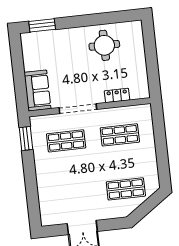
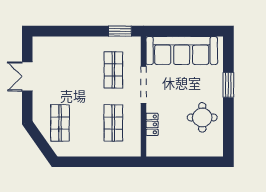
window: (42, 25) -> (228, 85), moved
sofa: (37, 91) -> (182, 51), width x1.85, depth x1.27

